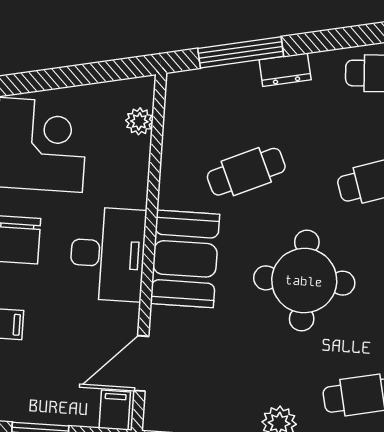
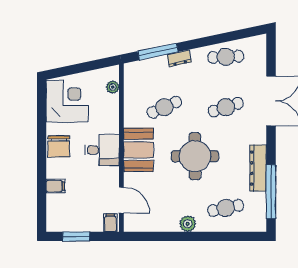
desk: (108, 254) -> (102, 150), width x0.73
door: (141, 363) -> (121, 200), swing flipped

